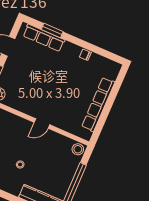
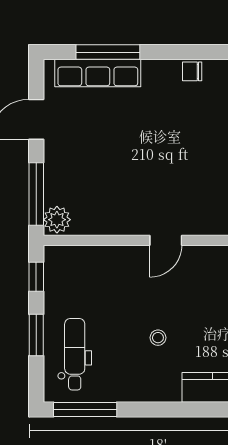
window: (52, 31) -> (108, 52), width x1.44

